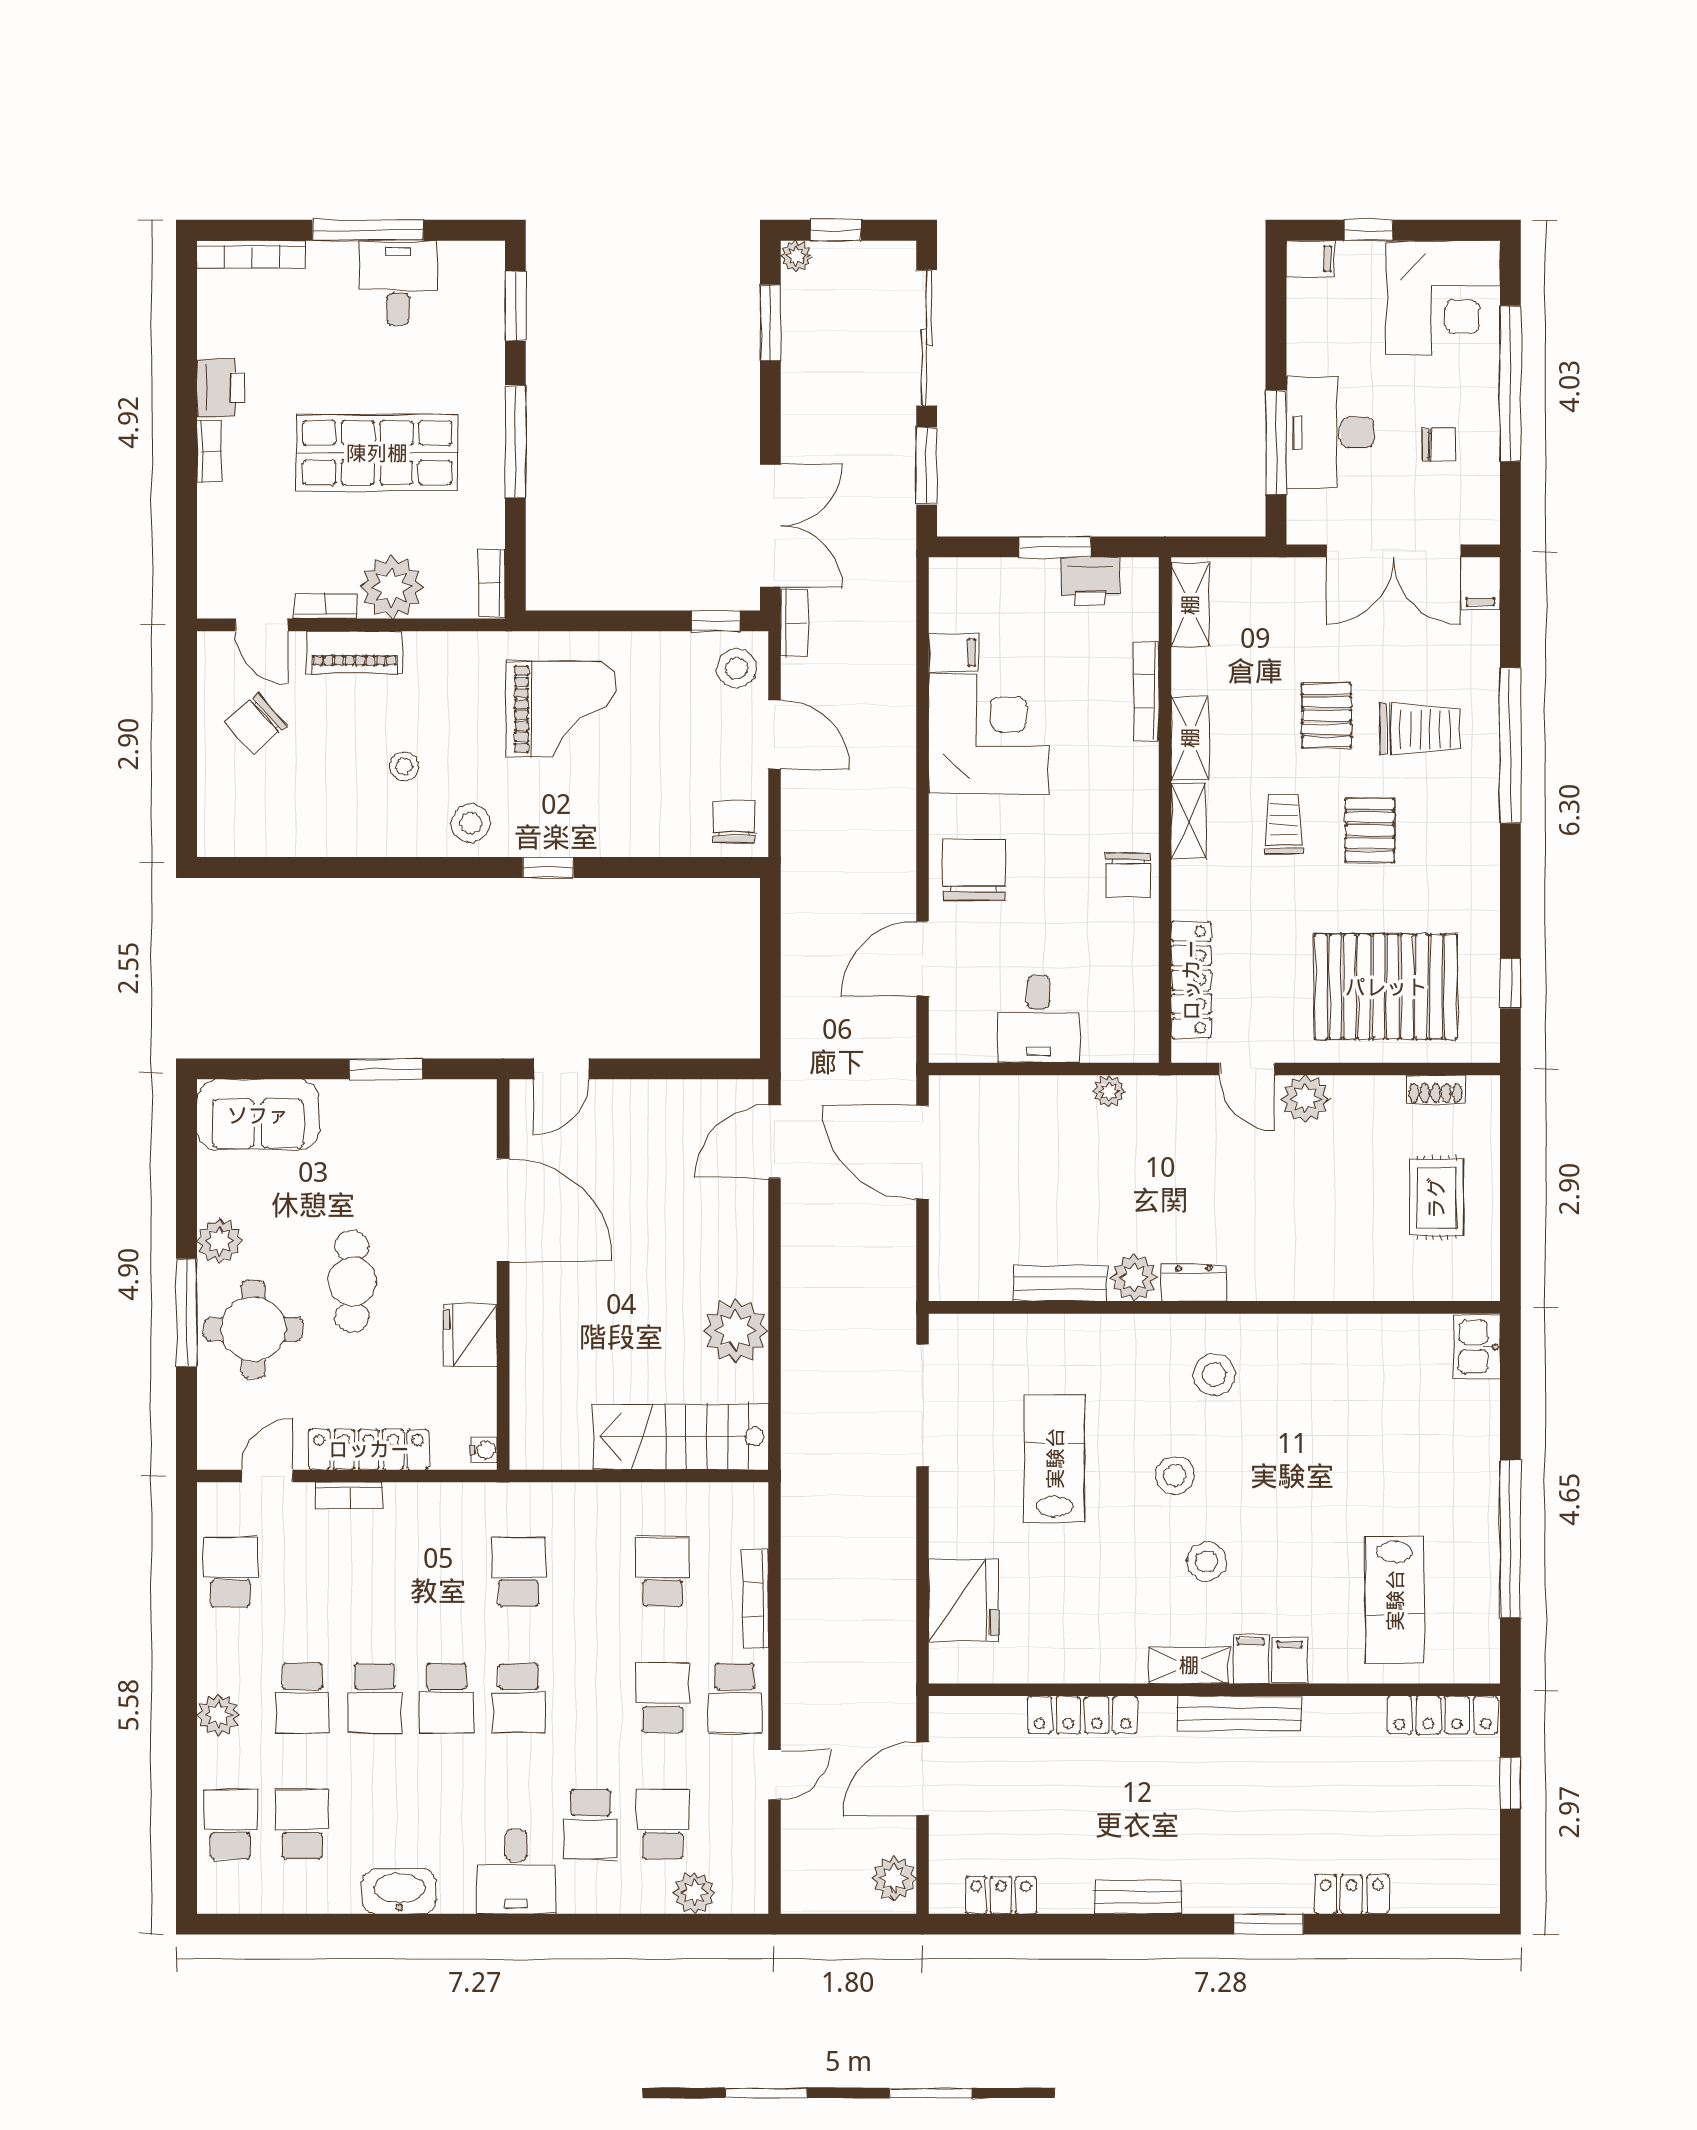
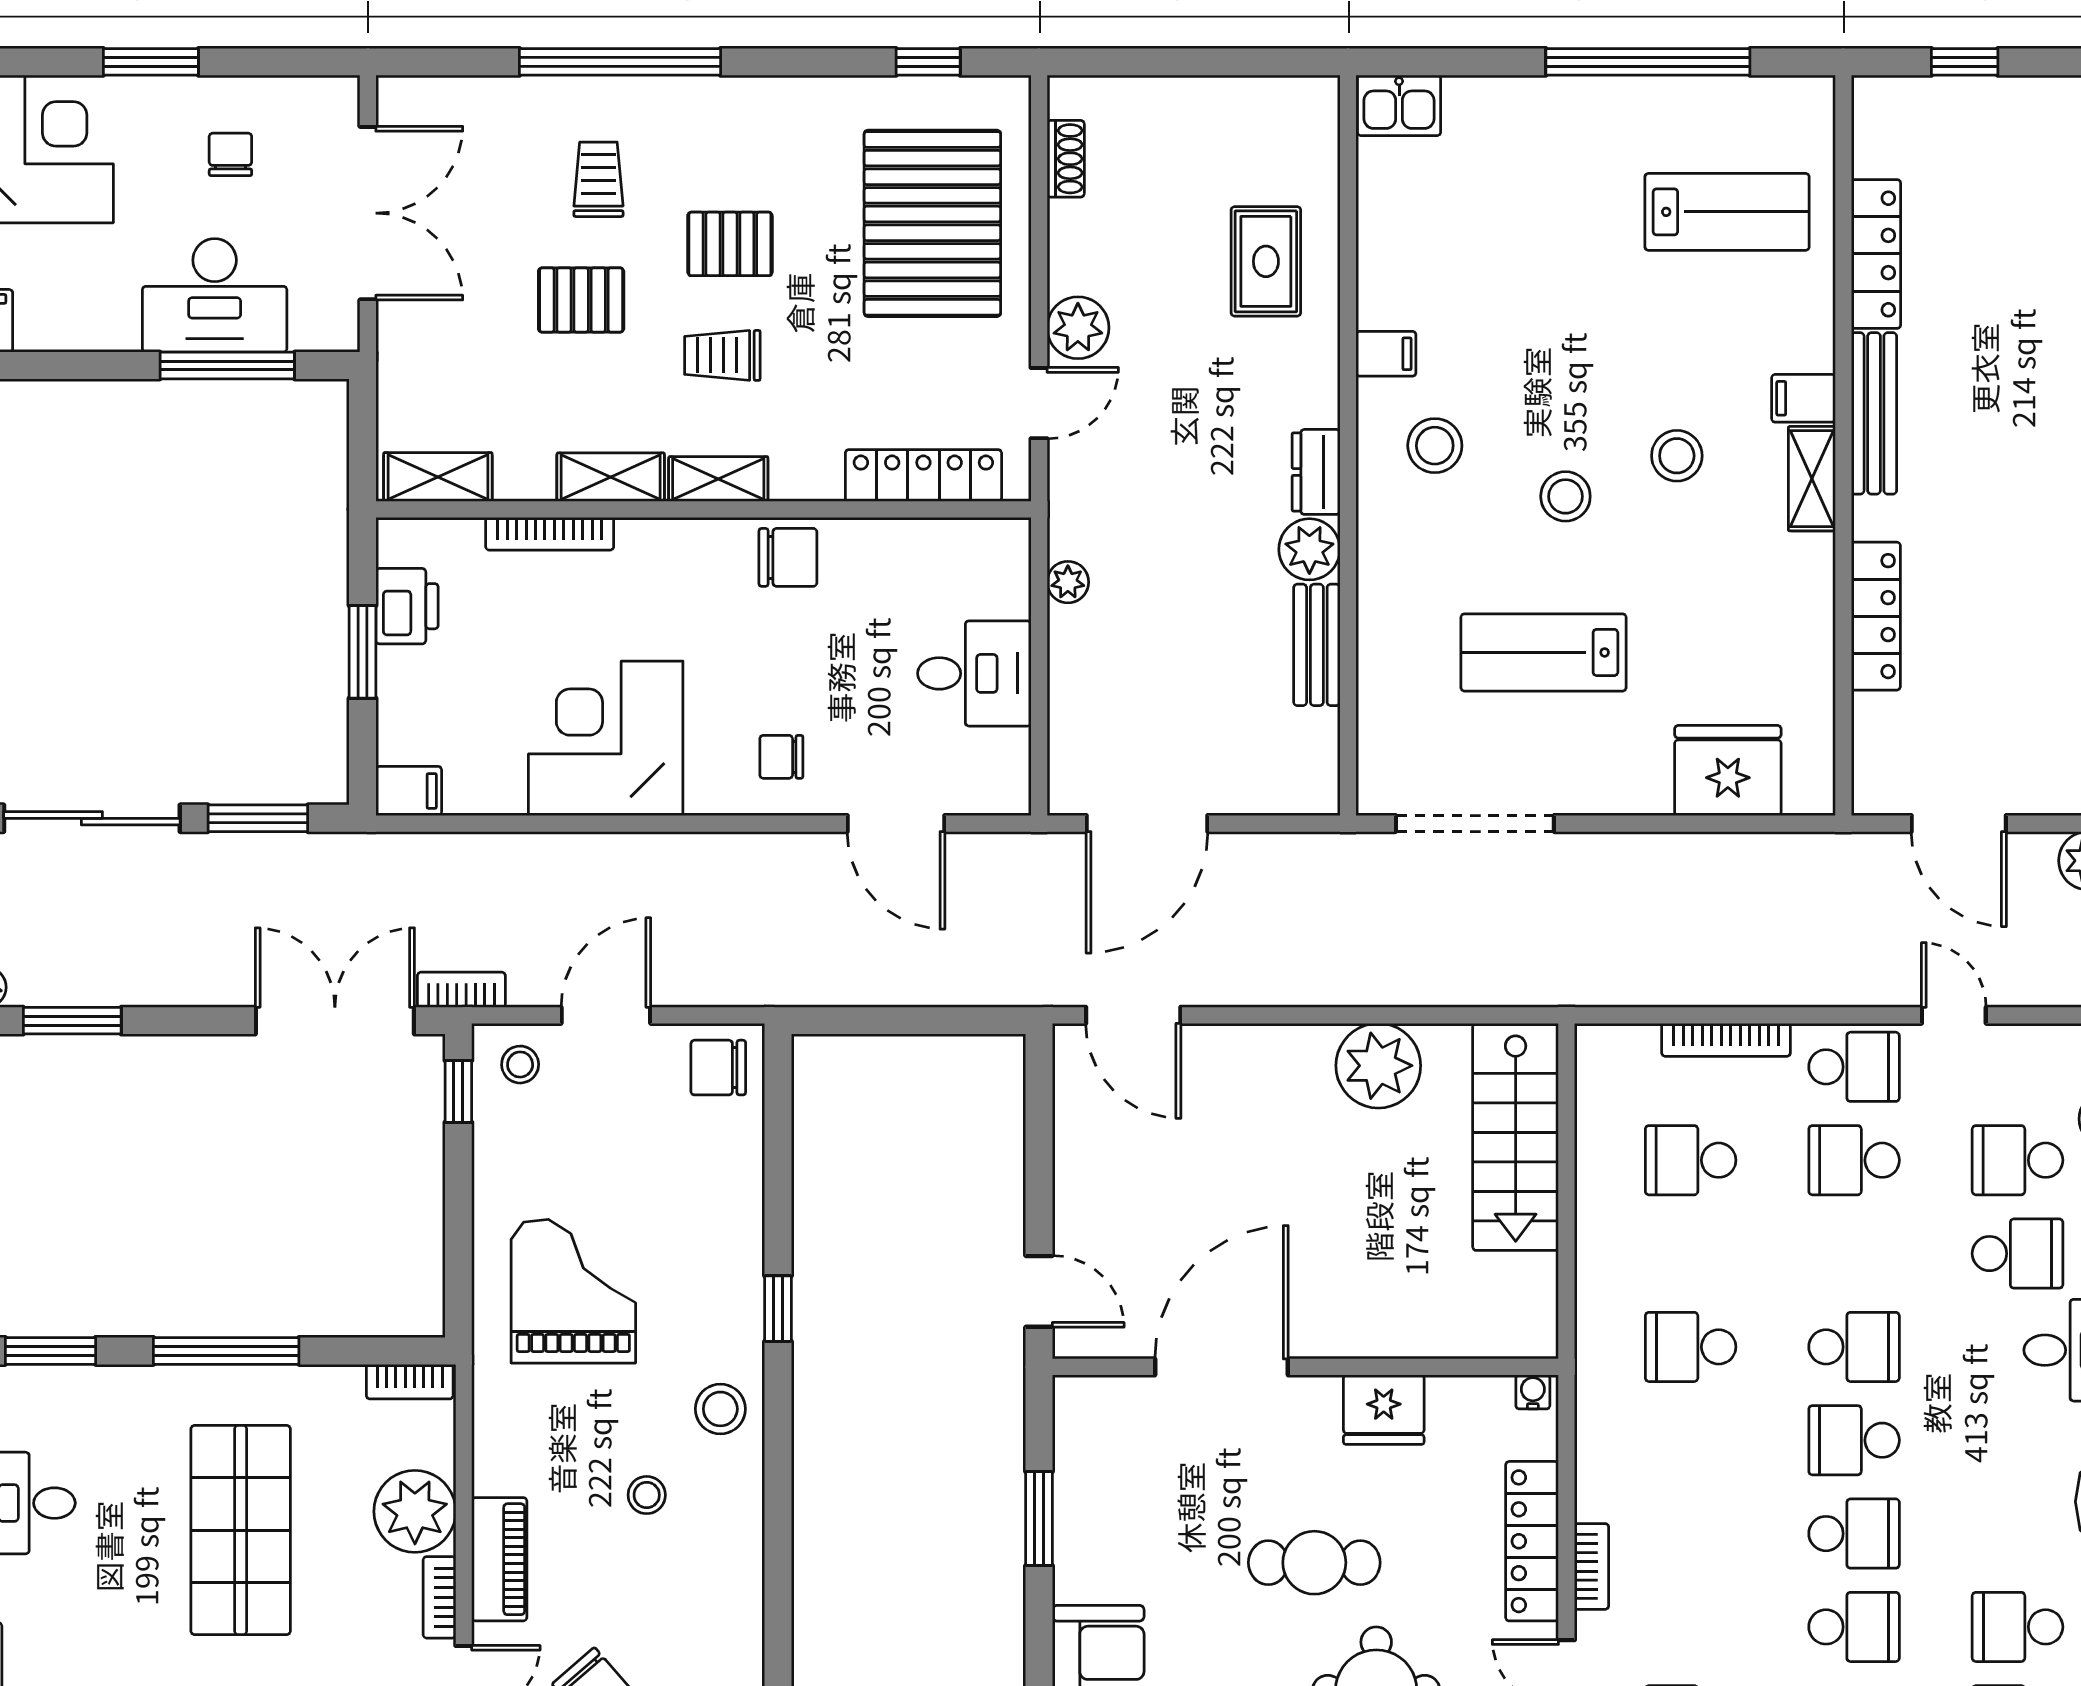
window: (1510, 383) -> (151, 62), width x0.47
filing cabinet: (1480, 583) -> (410, 101), removed
filing cabinet: (954, 653) -> (409, 791), moved, turned 90
stool: (736, 668) -> (520, 1065), width x0.73, depth x0.73
trolley: (1420, 729) -> (598, 179), width x0.73, depth x0.72
chair: (974, 870) -> (781, 757), width x0.54, depth x0.54
rug: (1436, 1198) -> (1266, 261), moved, turned 90
filing cabinet: (1290, 1660) -> (1386, 354), moved, turned 180
school desk: (447, 1698) -> (1854, 1440), turned 180
locker: (1443, 1715) -> (1876, 254), moved

